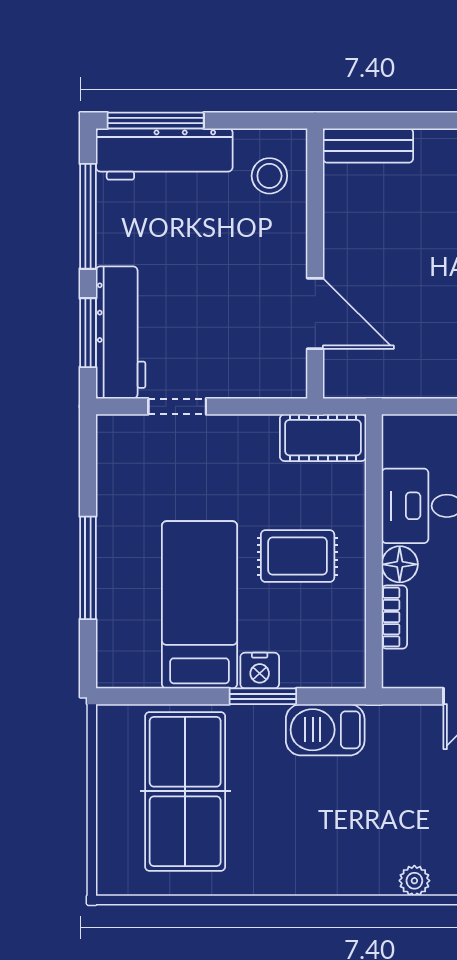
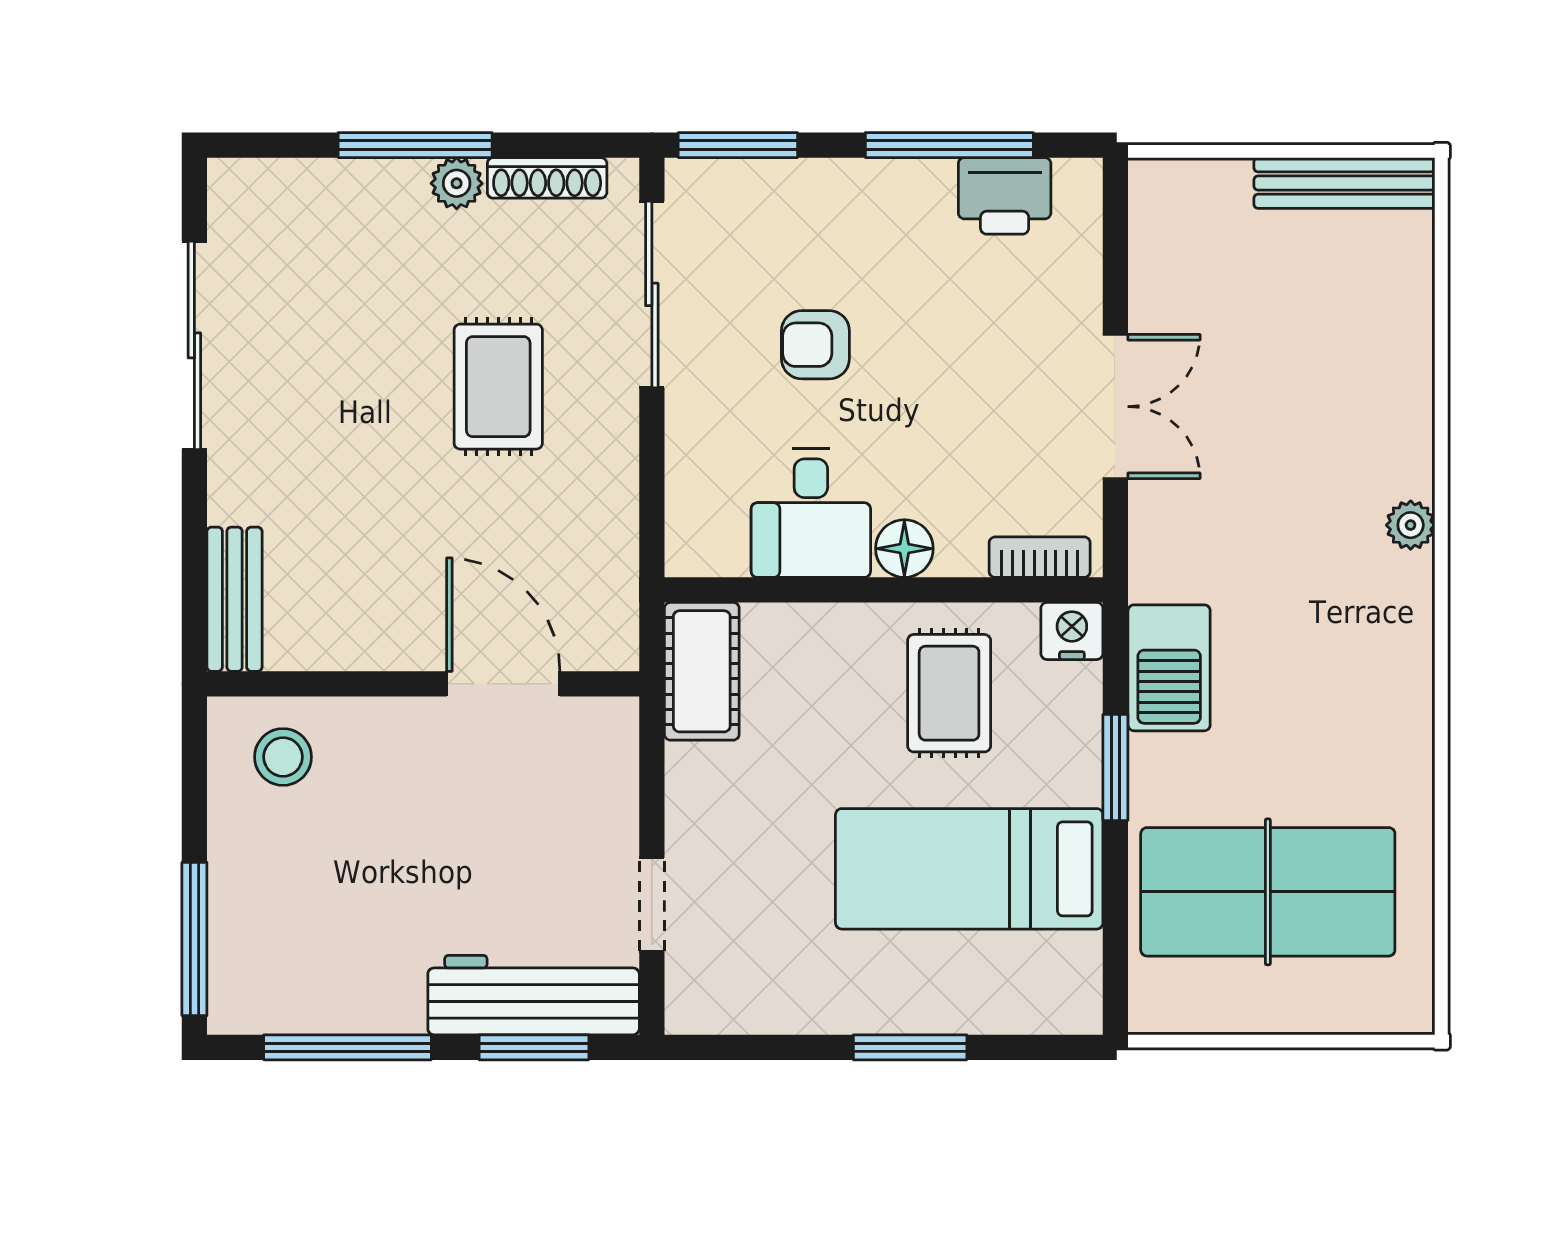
workbench: (164, 154) -> (248, 925), removed
door: (315, 314) -> (503, 684), hinge flipped
rug: (298, 556) -> (949, 693), moved
window: (88, 568) -> (910, 1047), width x0.69
bookcase: (394, 617) -> (1040, 557), moved
nightstand: (260, 671) -> (1072, 631), moved, turned -90

